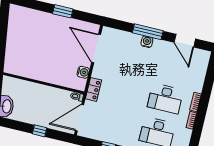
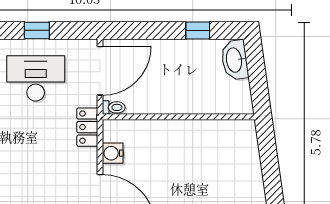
desk: (115, 122) -> (36, 78), added
window: (40, 131) -> (198, 30), moved

